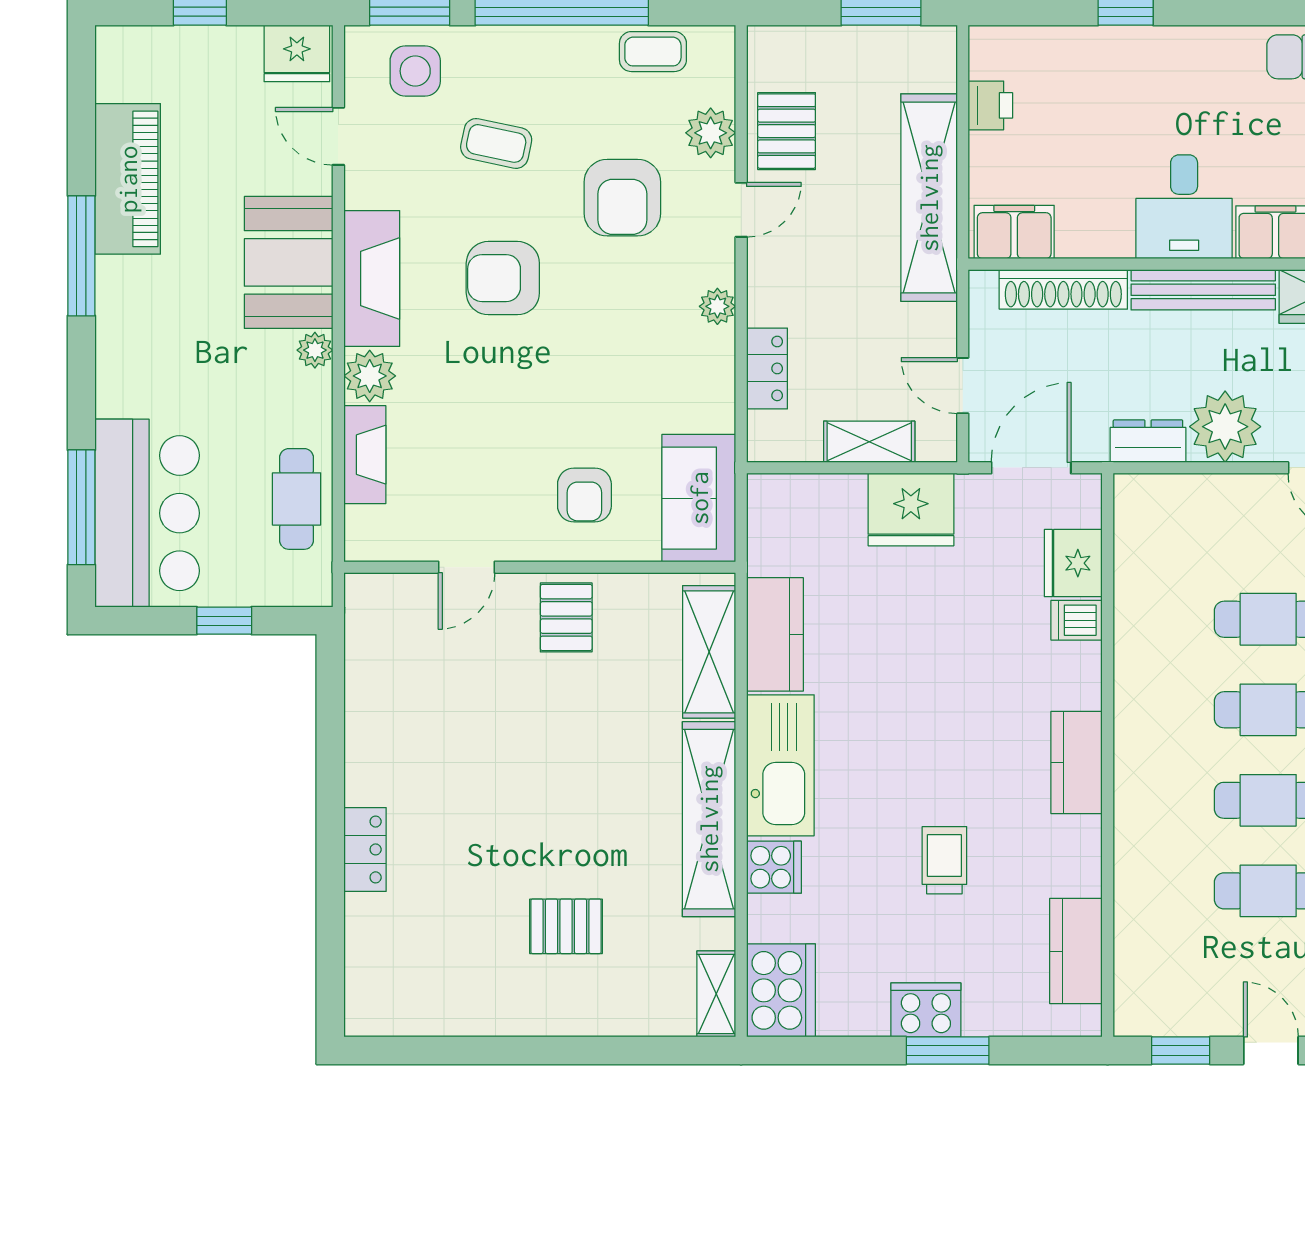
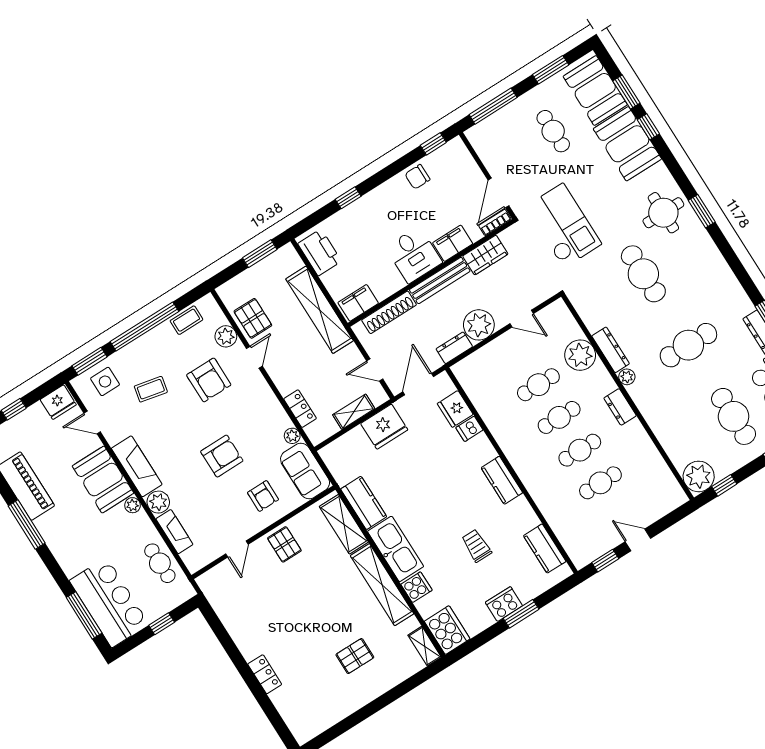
printer: (990, 105) -> (320, 252), width x1.87, depth x1.48
armchair: (503, 278) -> (222, 456), moved, turned 180
plant: (717, 306) -> (292, 436), moved

